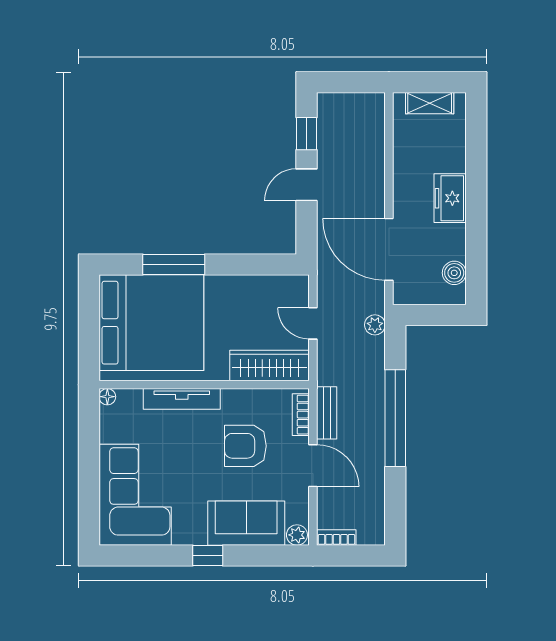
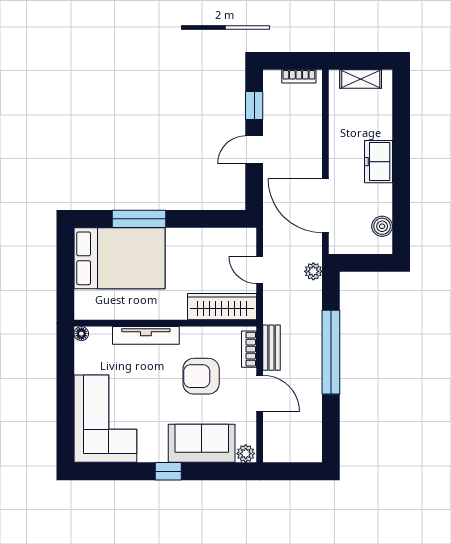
bed: (151, 323) -> (119, 258), width x0.73
bookcase: (336, 538) -> (299, 76), moved, turned 180

